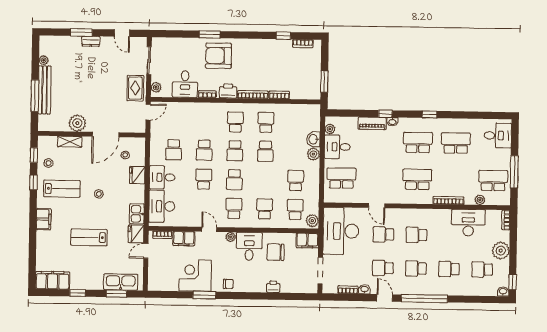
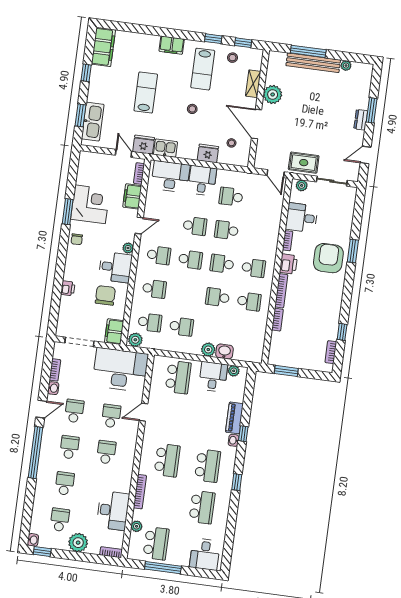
school desk: (234, 180) -> (190, 260), turned 180

